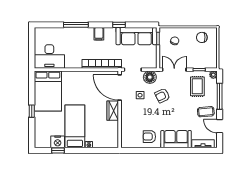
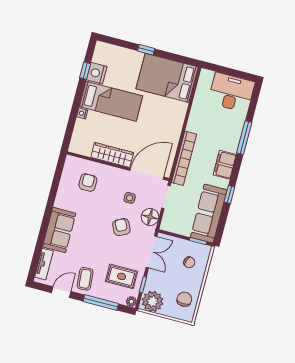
filing cabinet: (99, 34) -> (225, 165), width x2.00
desk: (49, 57) -> (231, 92), moved, turned 90
plant: (209, 60) -> (153, 301), added
wardrobe: (113, 111) -> (112, 155), width x1.50
armchair: (149, 137) -> (88, 182), moved

